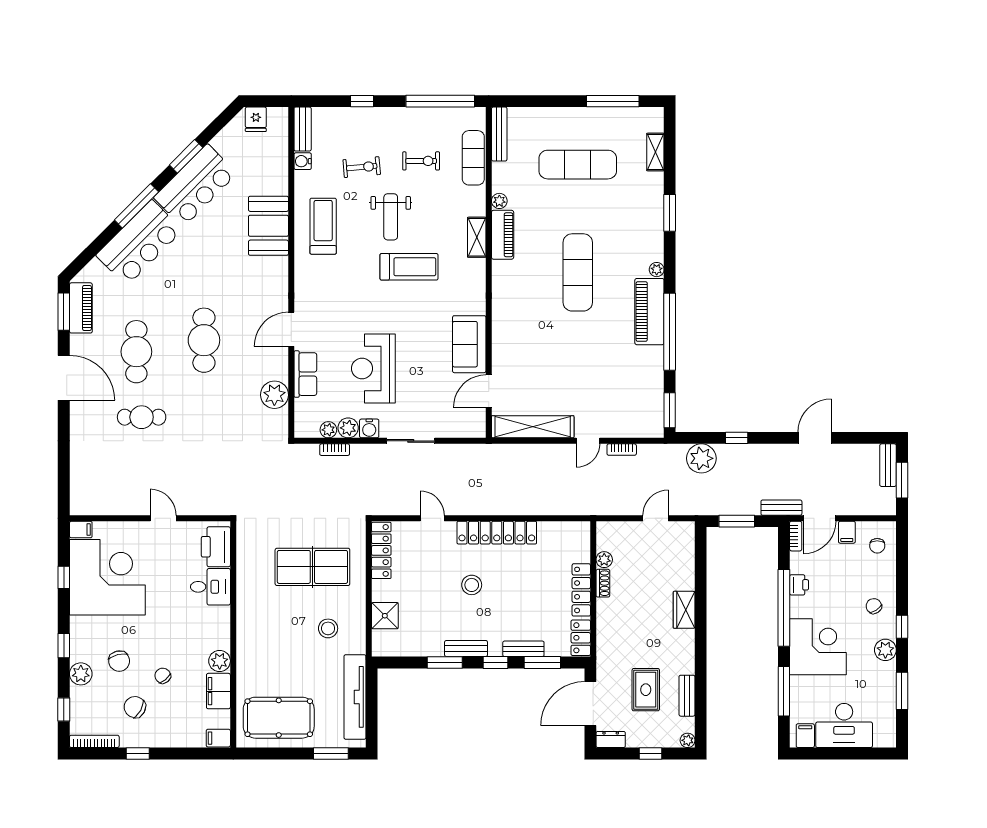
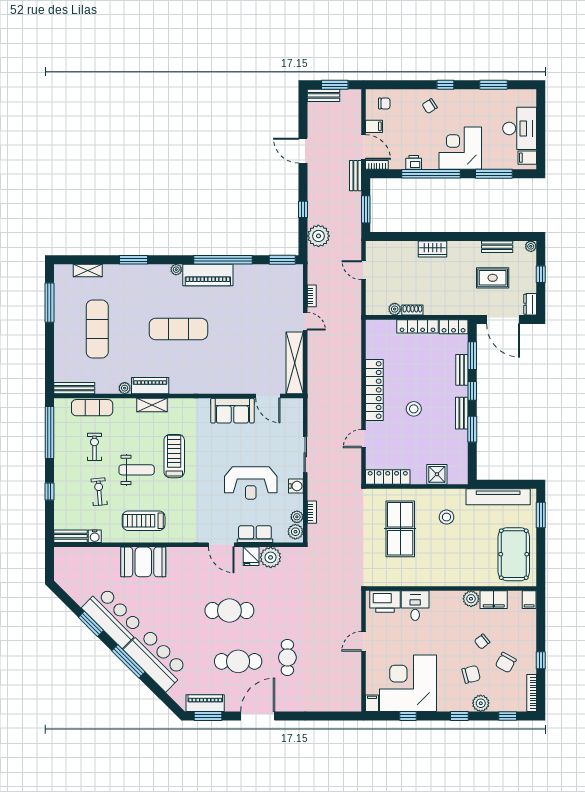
fridge: (256, 119) -> (251, 556), moved, turned 90
plant: (348, 428) -> (295, 532), moved
plant: (885, 650) -> (463, 97), removed

